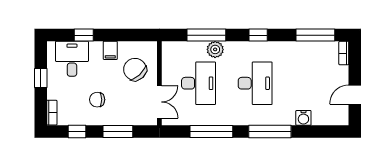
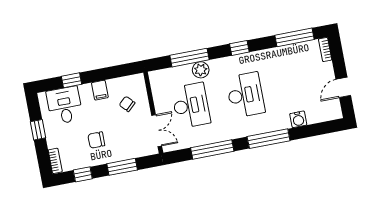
chair: (135, 69) -> (127, 104), width x0.54, depth x0.54

